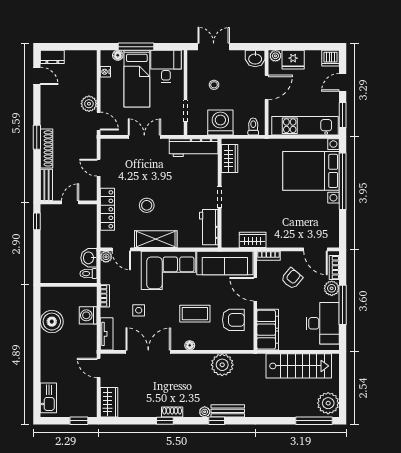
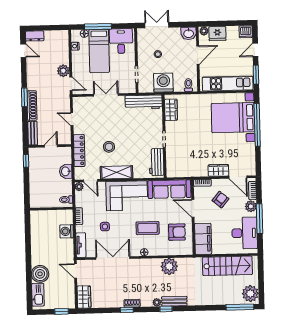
wardrobe: (253, 240) -> (218, 170), moved
washbasin: (89, 258) -> (66, 171), moved
boiler: (52, 322) -> (40, 274), moved

